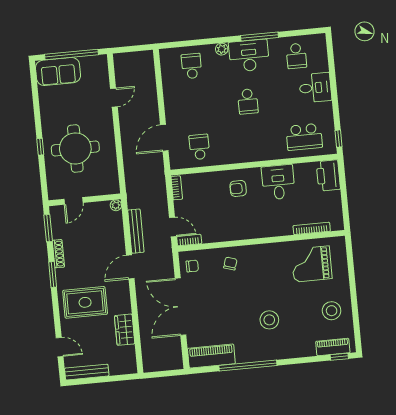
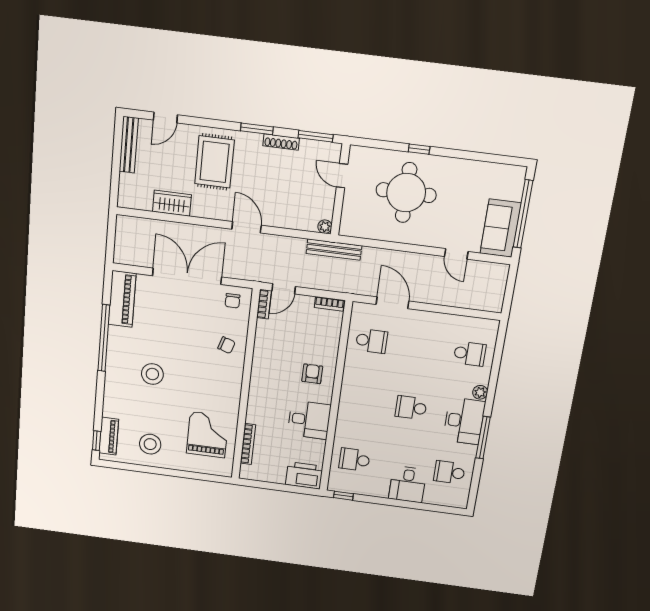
sofa: (58, 72) -> (501, 228), moved
school desk: (304, 137) -> (354, 460), width x0.54
bench: (136, 231) -> (334, 250), moved

